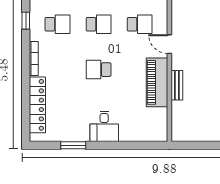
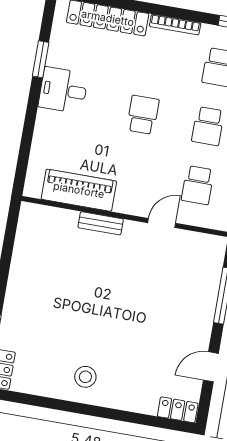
piano: (157, 82) -> (79, 190), moved
desk: (104, 126) -> (63, 90), moved

